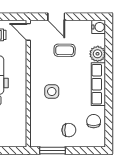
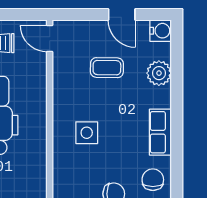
door: (56, 17) -> (122, 15), moved
row of seats: (98, 84) -> (160, 132), width x0.68

